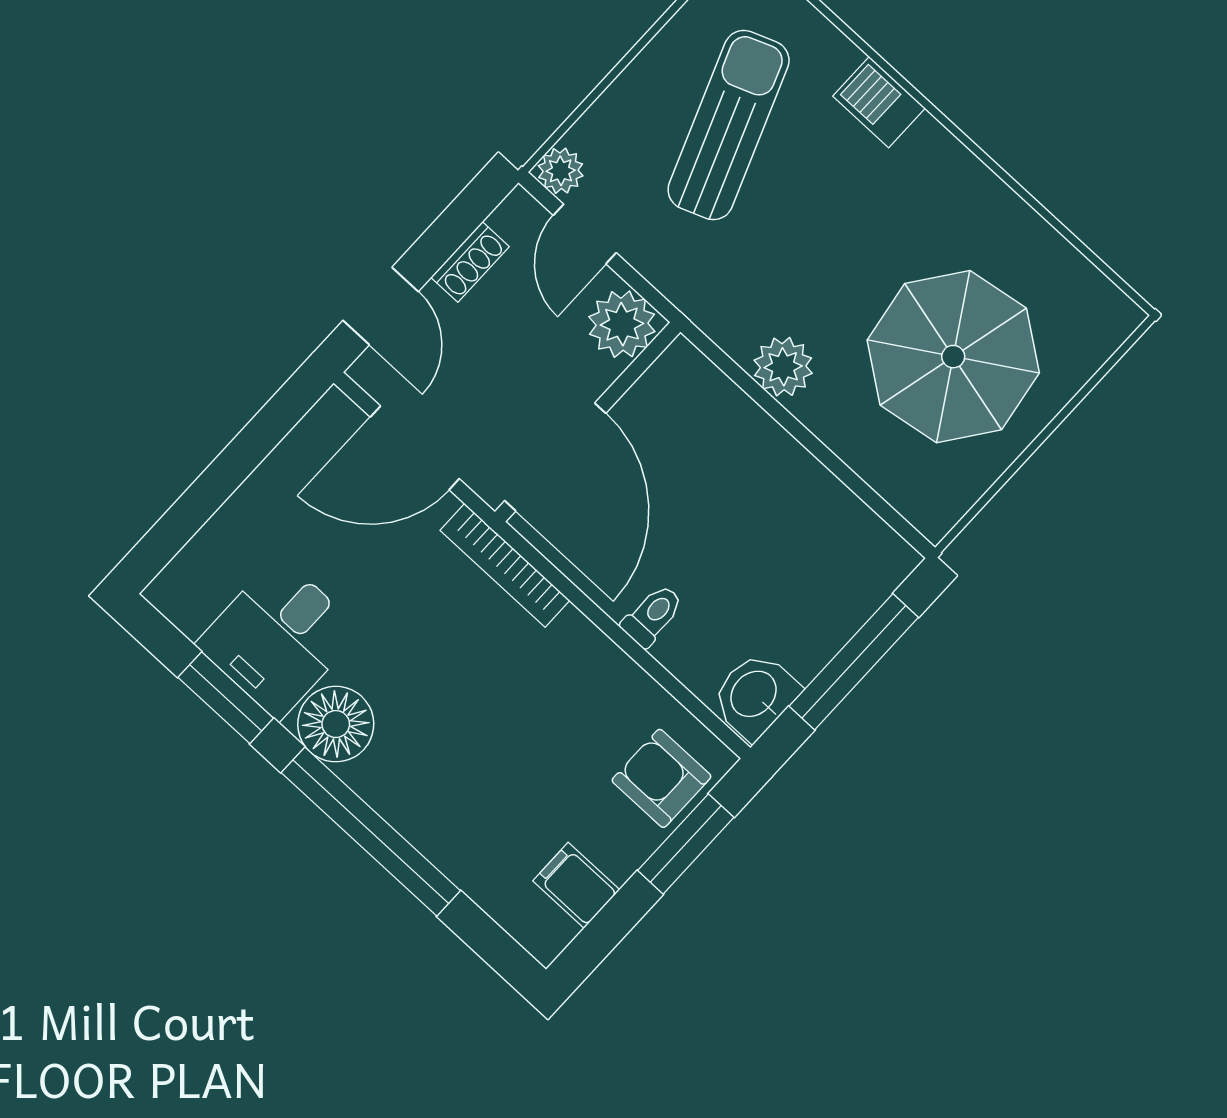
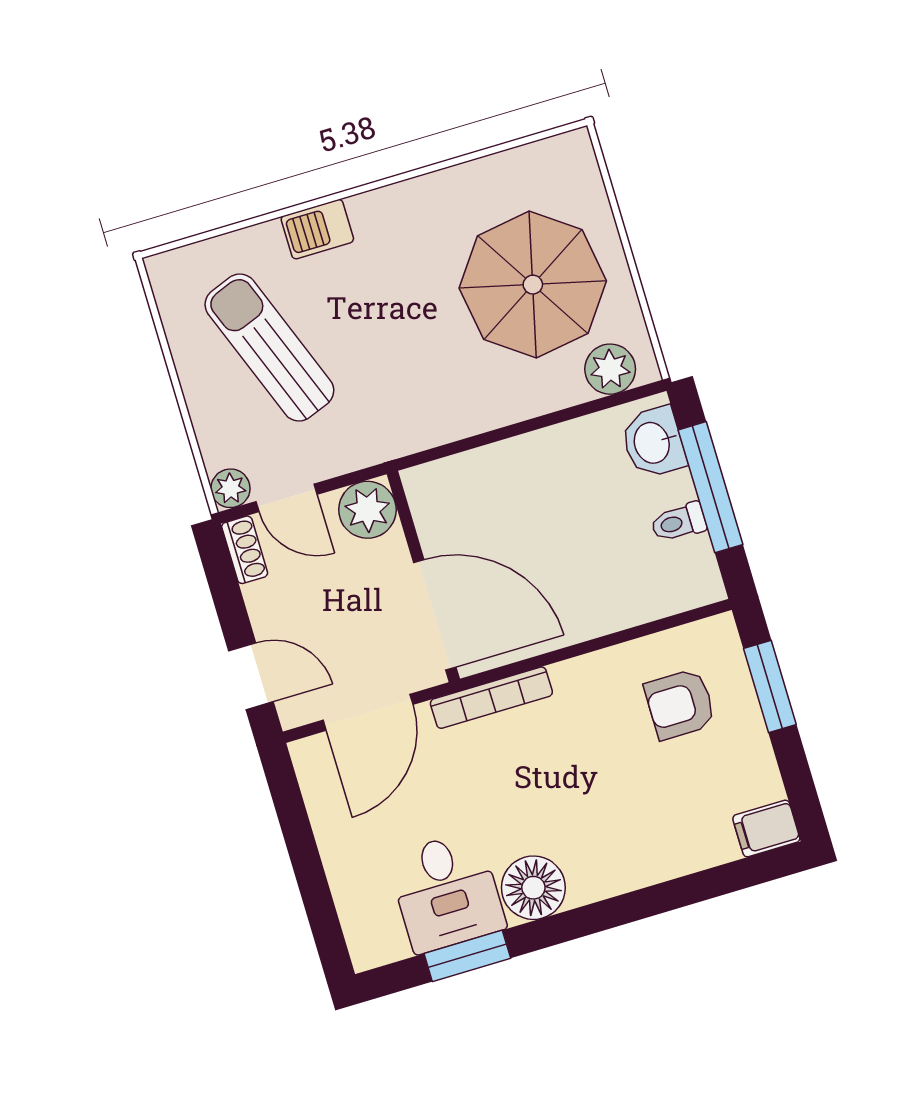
shoe rack: (470, 262) -> (245, 550), moved
plant: (783, 367) -> (610, 369), moved
toilet: (653, 615) -> (679, 522), moved, turned -90
washbasin: (755, 695) -> (653, 442), moved
armchair: (661, 778) -> (680, 704), moved
window: (371, 832) -> (626, 909), removed
filing cabinet: (576, 885) -> (766, 828), moved

